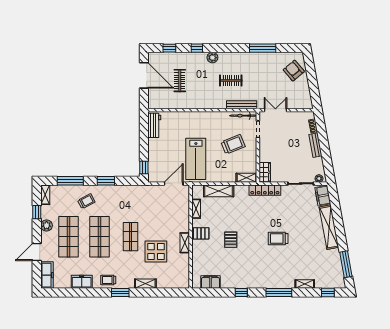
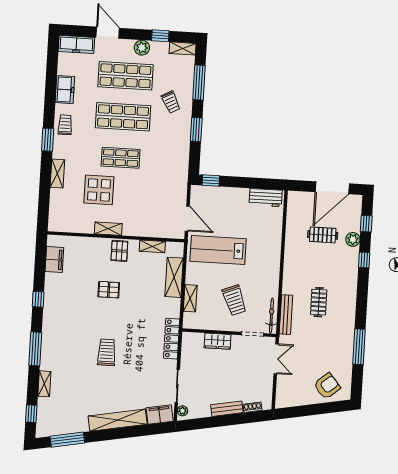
plant: (212, 58) -> (353, 239), moved
wardrobe: (265, 172) -> (218, 341), moved
shelving: (246, 178) -> (190, 298), moved

